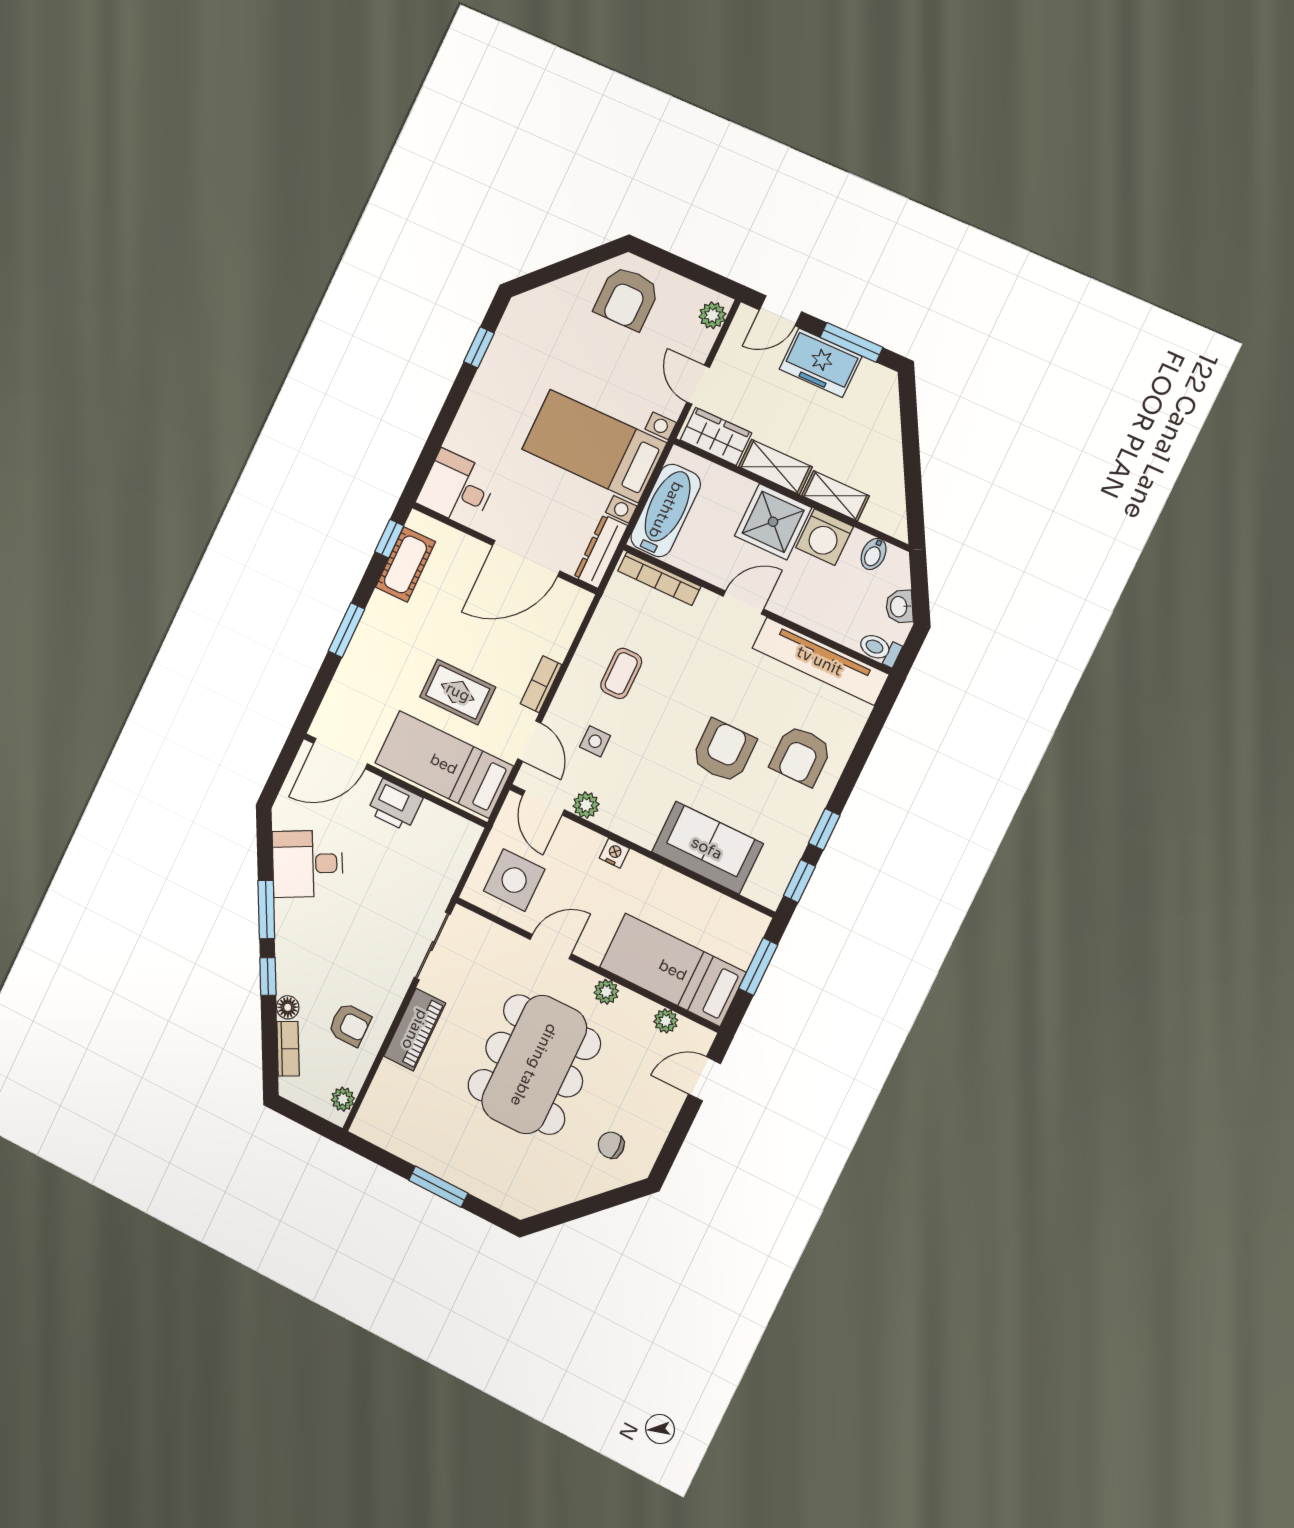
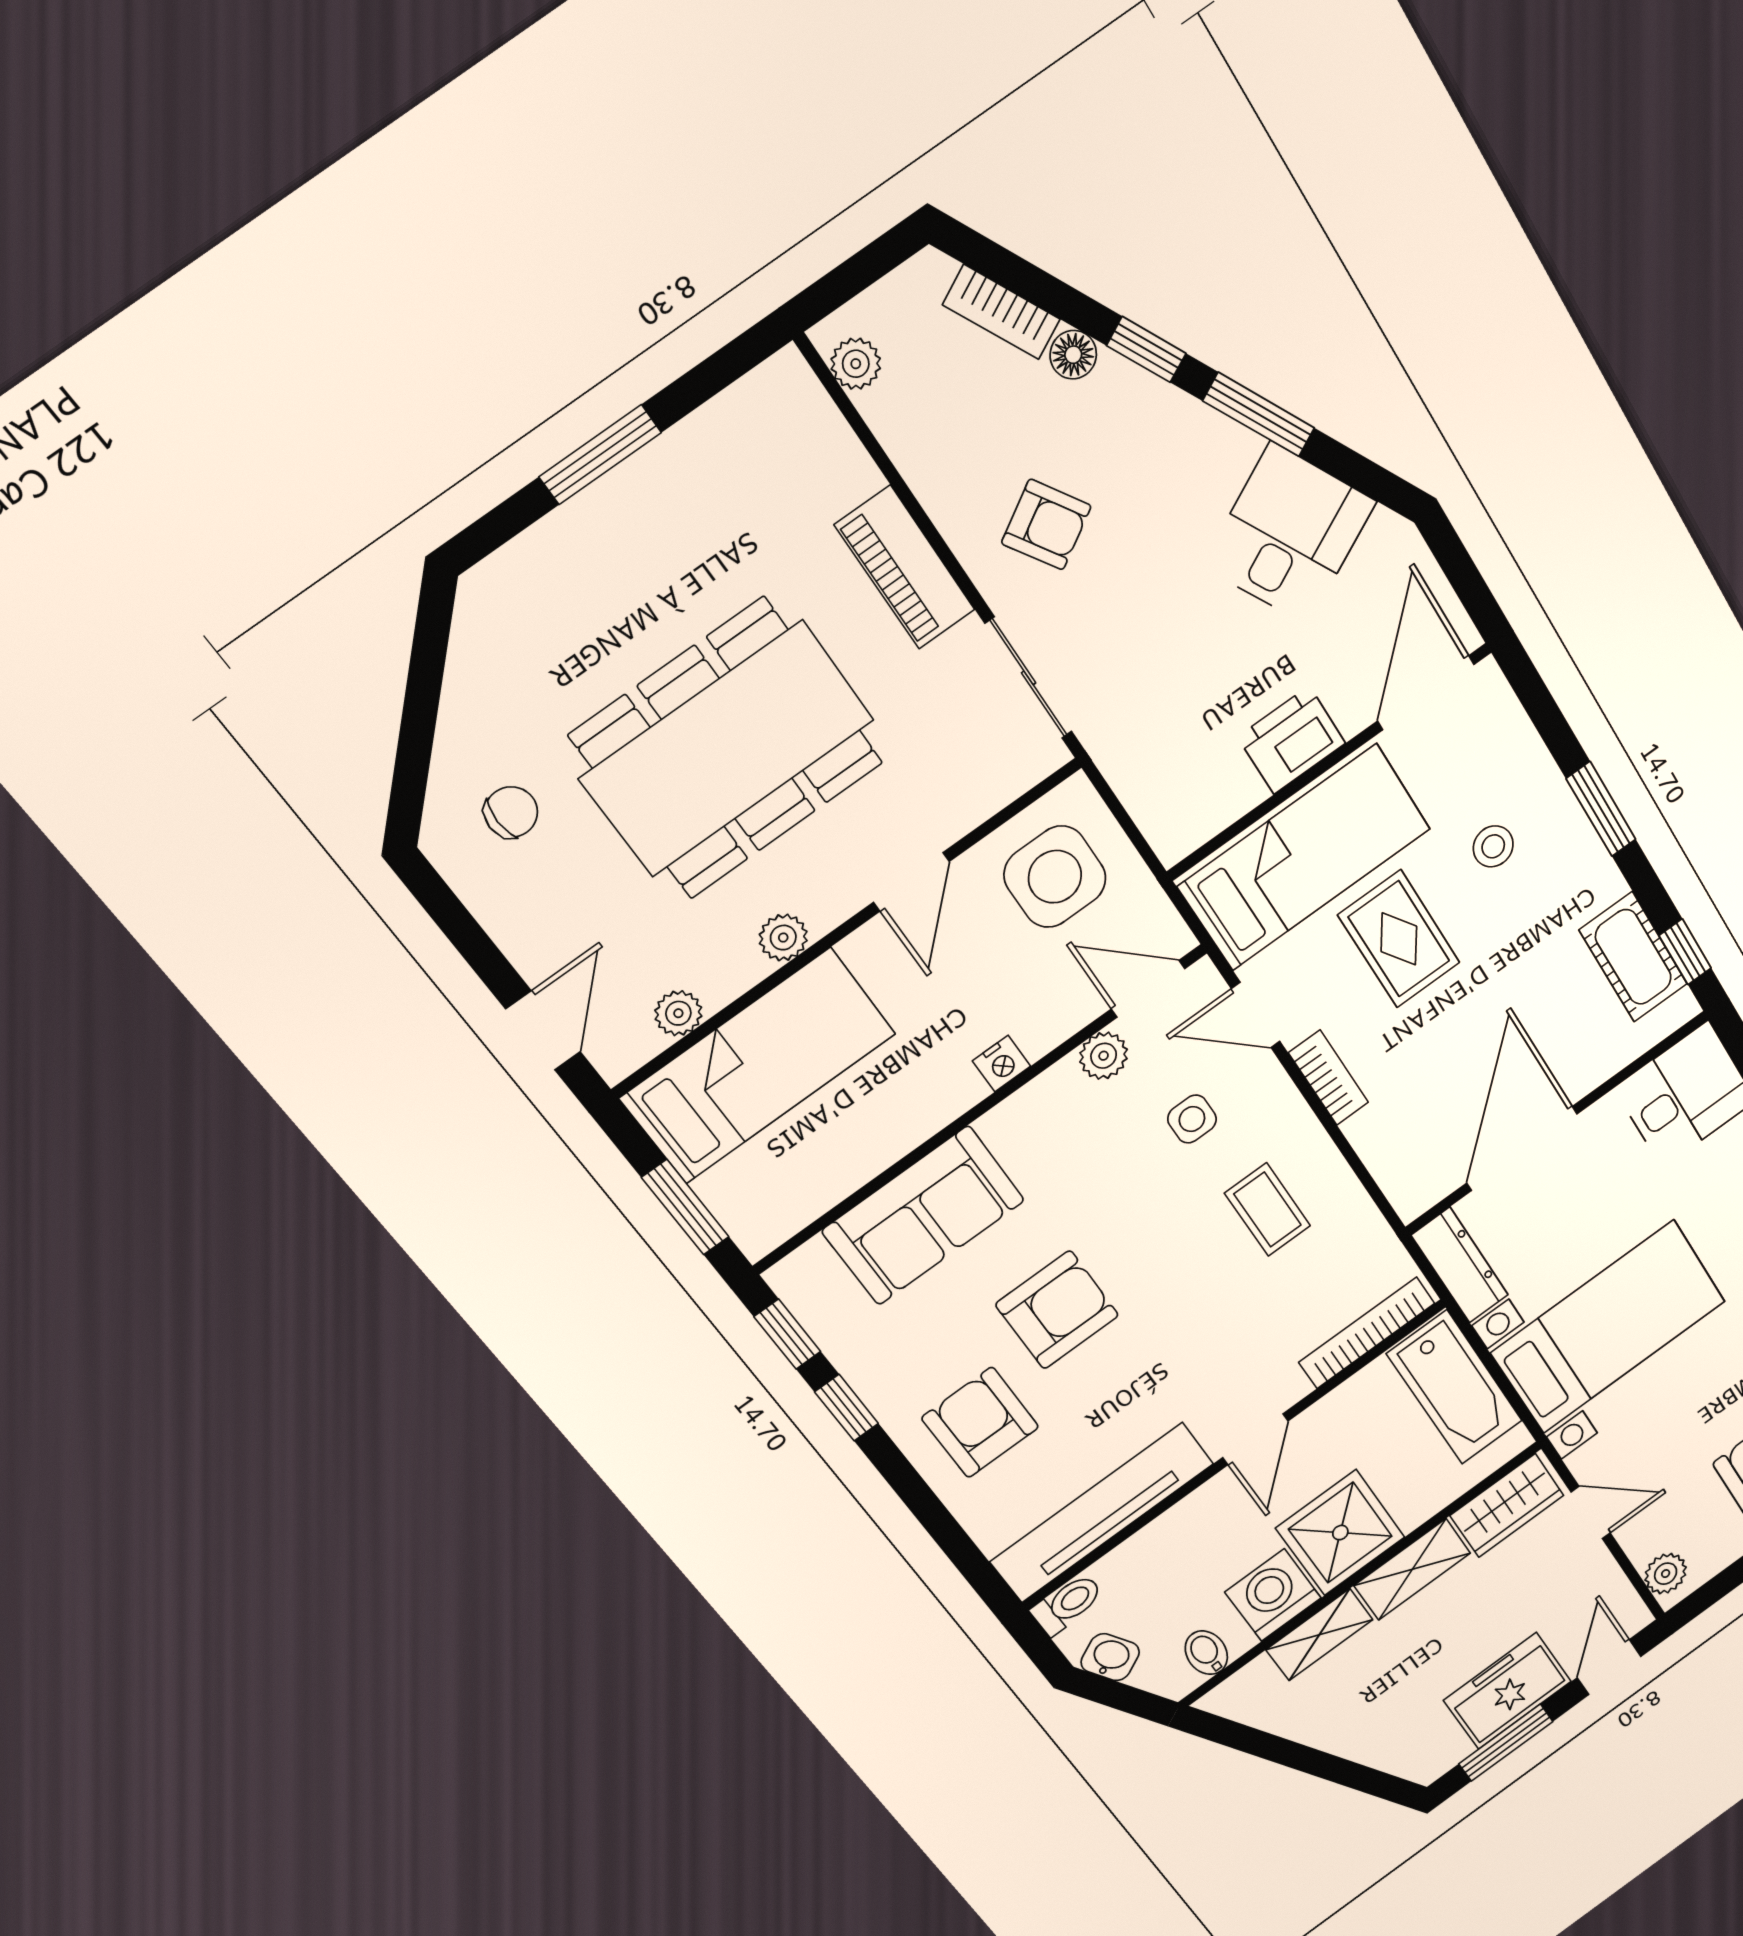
stool: (391, 673) -> (1493, 846), added
rug: (458, 692) -> (1399, 939), turned 90
armchair: (724, 751) -> (1057, 1310), turned -90
armchair: (350, 1025) -> (1046, 525), moved, turned -122
dining table: (534, 1065) -> (727, 749), turned 90

